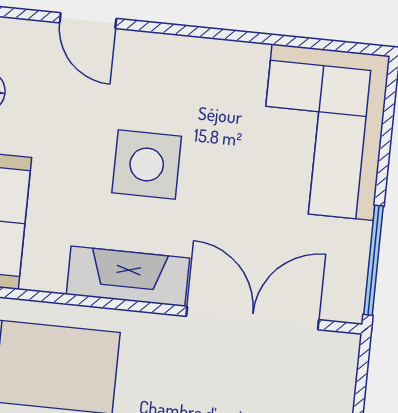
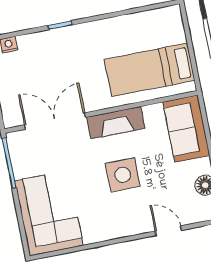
double door: (253, 318) -> (55, 121), swing flipped

